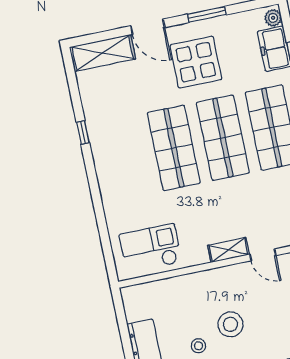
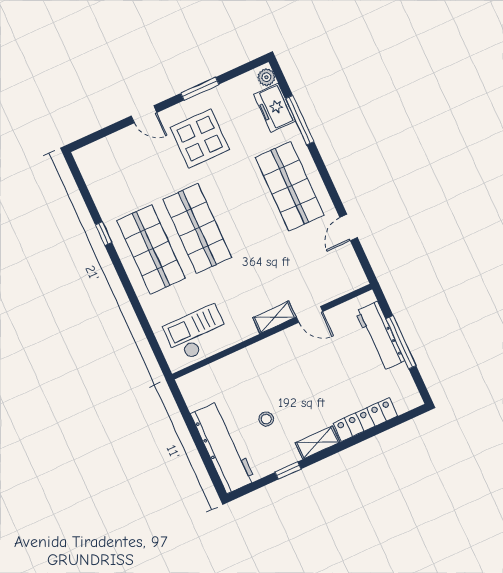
door: (148, 27) -> (144, 114), width x0.73
shelving: (103, 53) -> (105, 150), removed
shop shelf: (223, 138) -> (151, 249), moved
stool: (230, 324) -> (293, 391), removed

